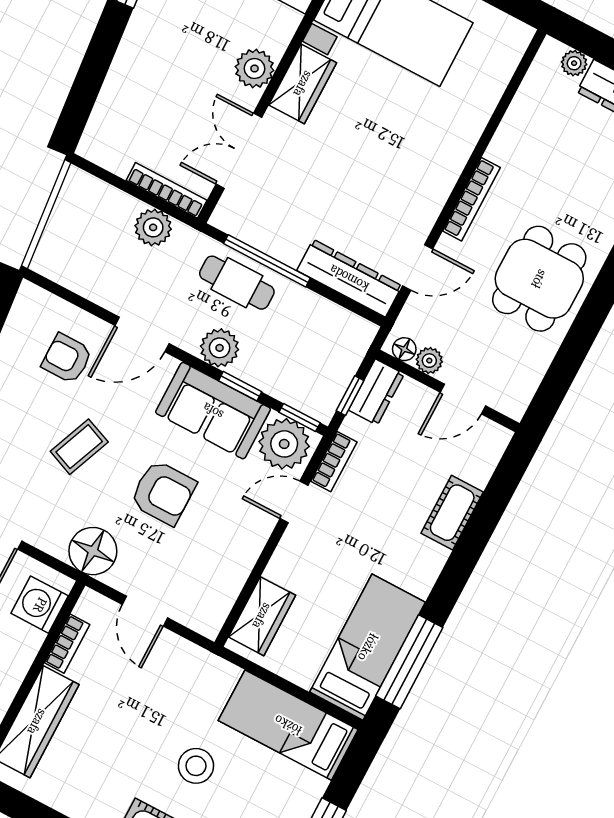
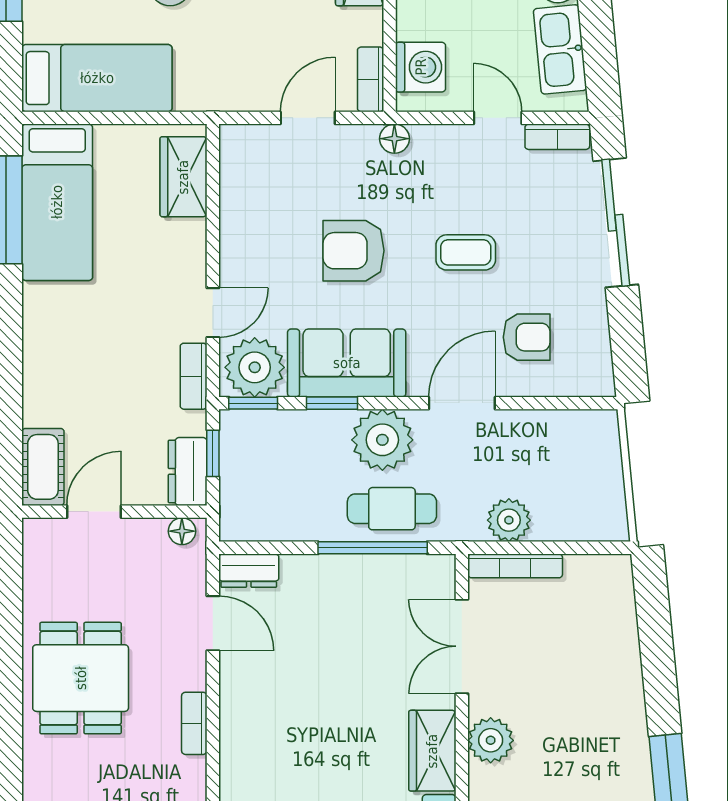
double door: (239, 151) -> (462, 646), swing flipped
bookcase: (471, 199) -> (194, 723), width x0.64
door: (418, 267) -> (213, 623), swing flipped
dresser: (349, 278) -> (249, 571), width x0.51, depth x0.80
plant: (220, 348) -> (382, 440), width x1.36, depth x1.36
plant: (429, 361) -> (150, 533), removed
coffee table: (79, 447) -> (466, 252), turned 68
cot: (452, 513) -> (43, 467), moved
floor lamp: (93, 551) -> (394, 139), width x0.53, depth x0.53
door: (145, 611) -> (308, 118), hinge flipped
bookcase: (67, 644) -> (371, 79), moved

